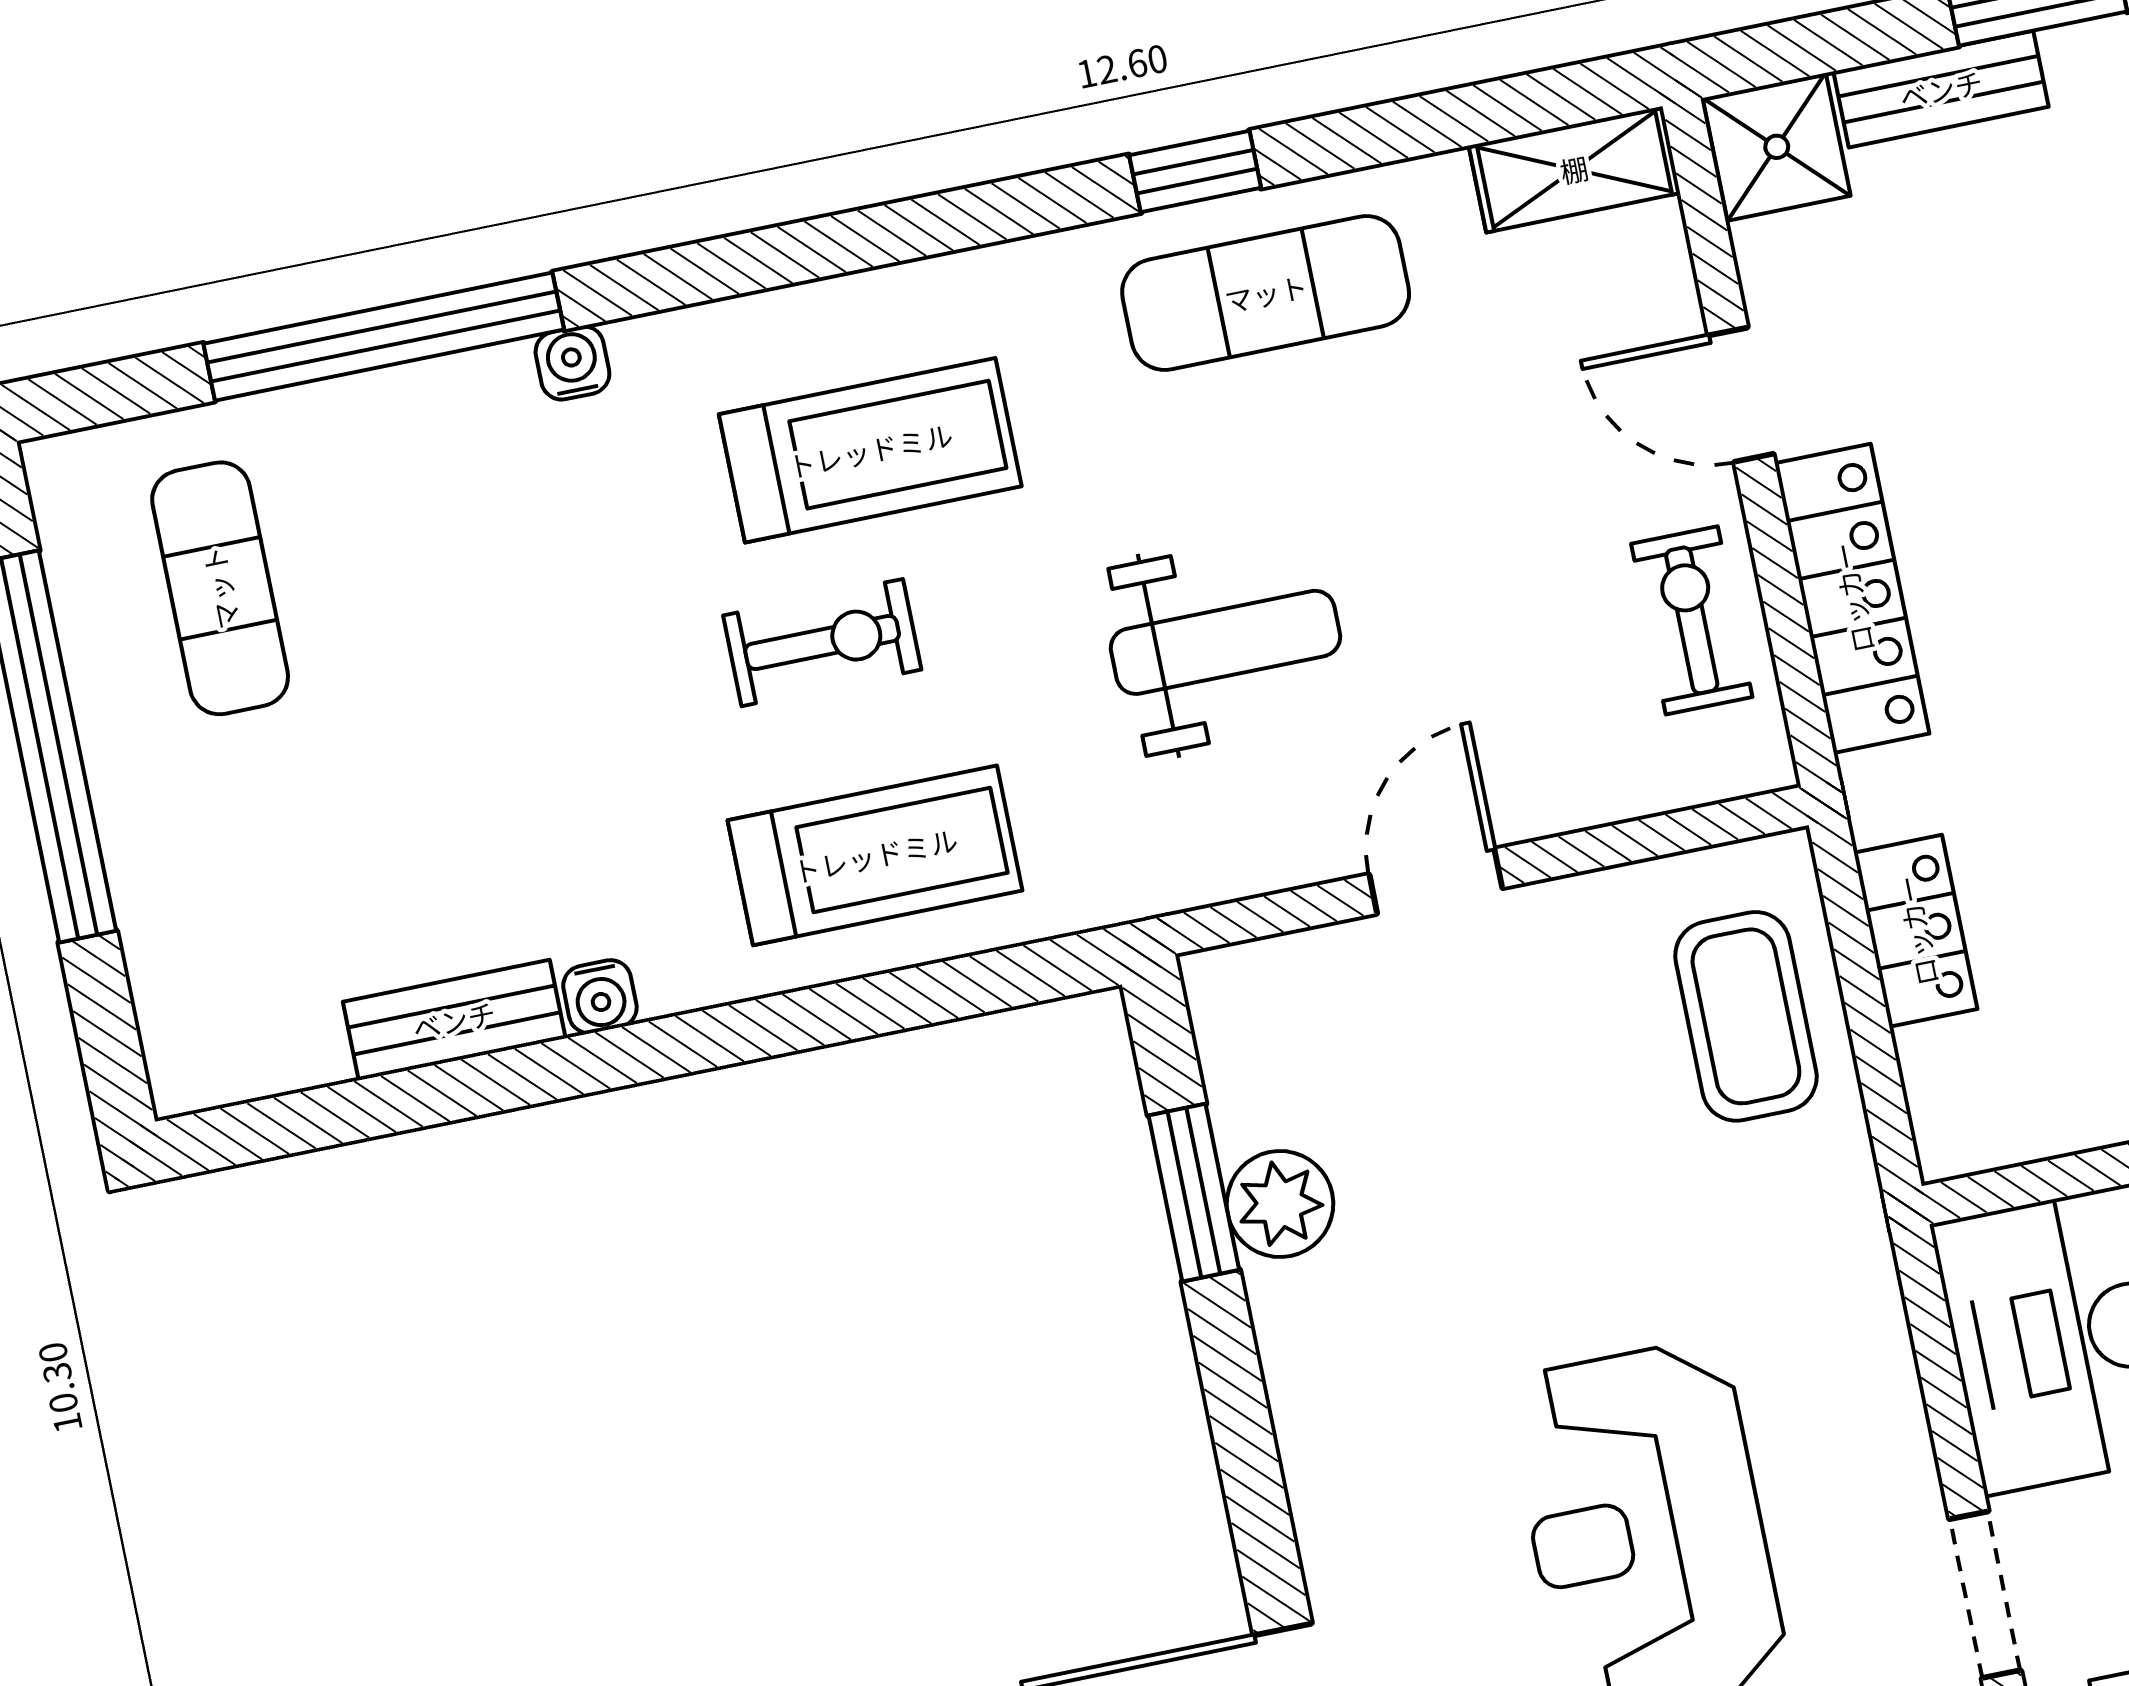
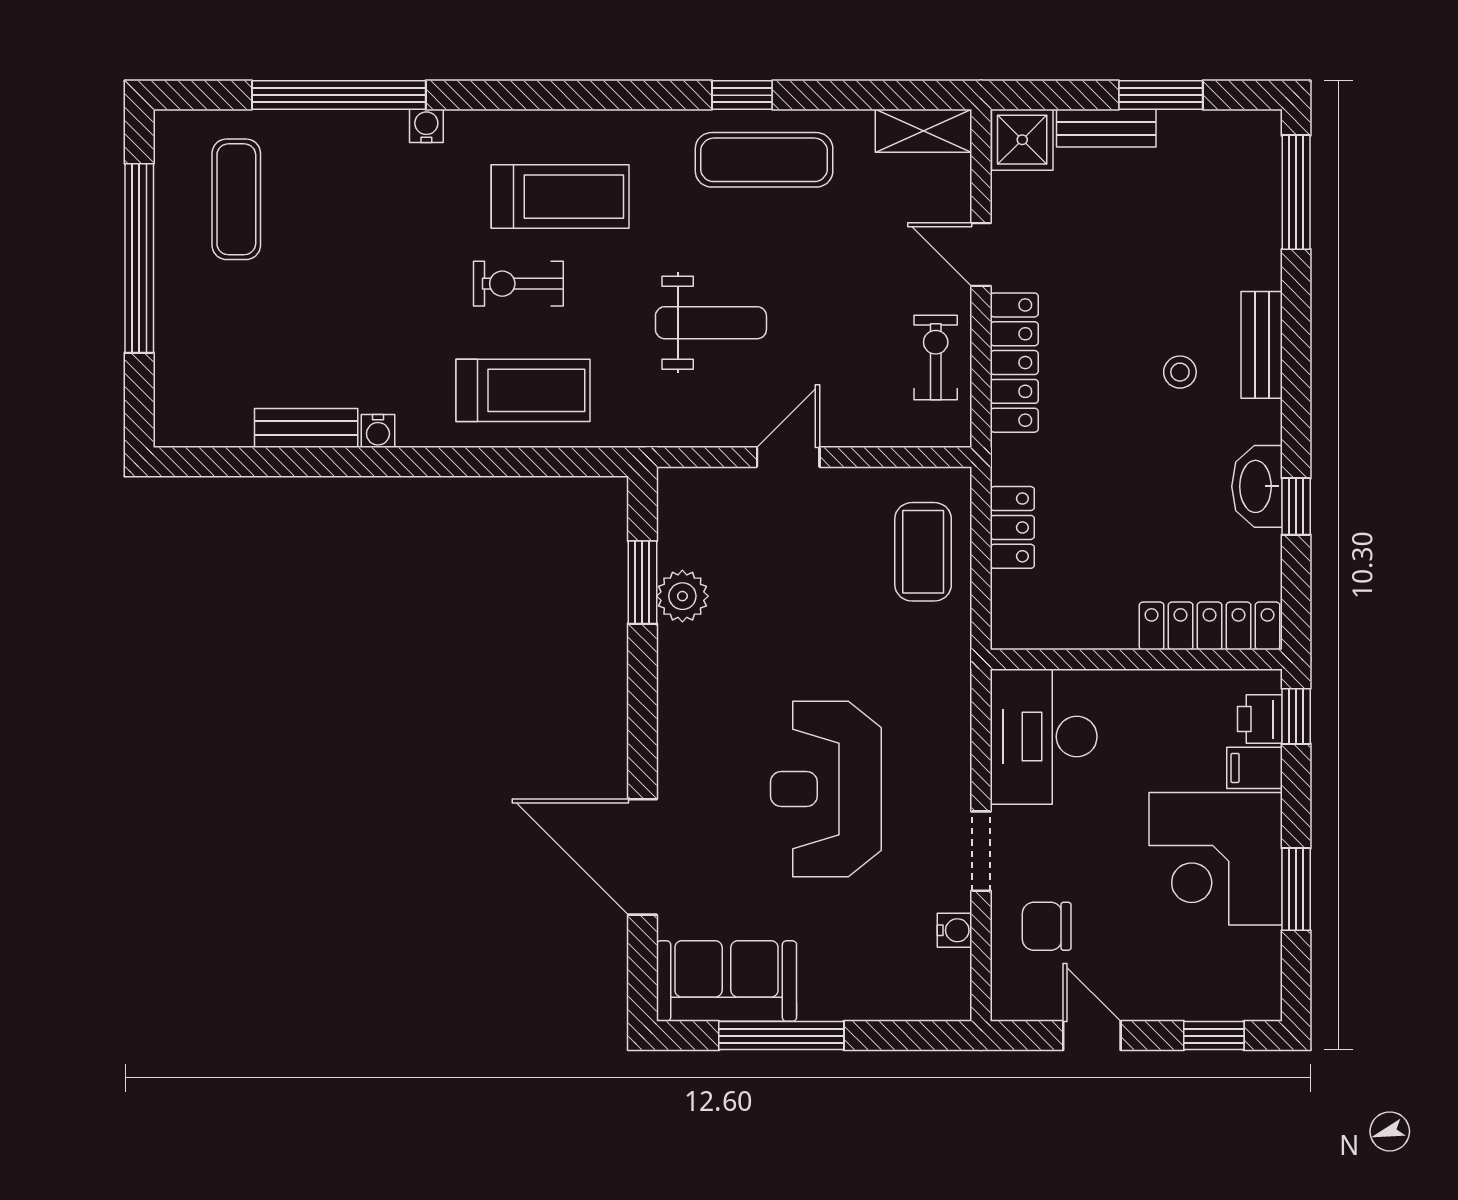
exercise bike: (822, 643) -> (518, 284), turned 180

